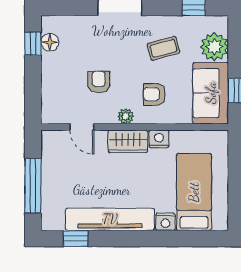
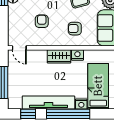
plant: (126, 116) -> (58, 42), removed
door: (82, 127) -> (19, 48), moved
window: (143, 239) -> (68, 114), added

